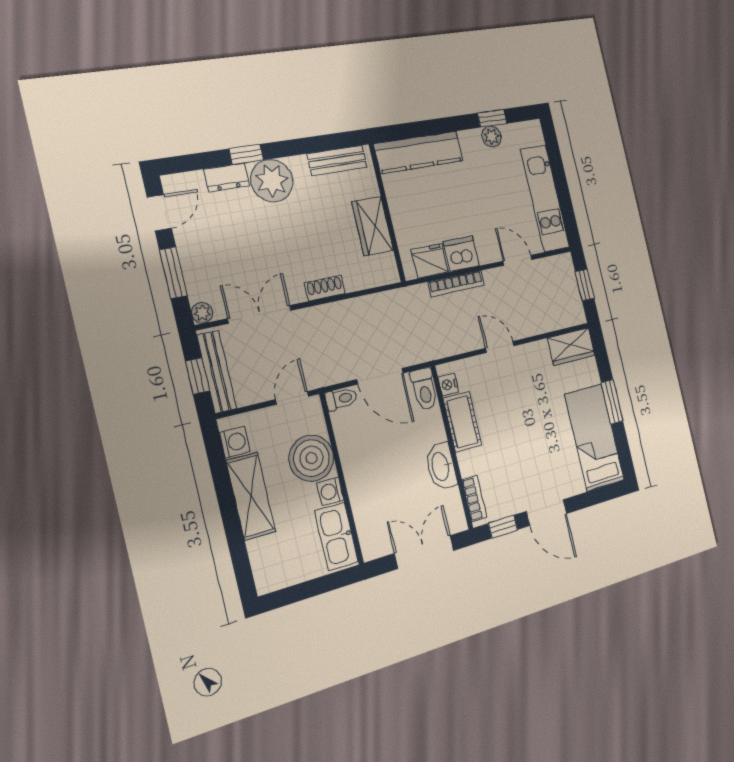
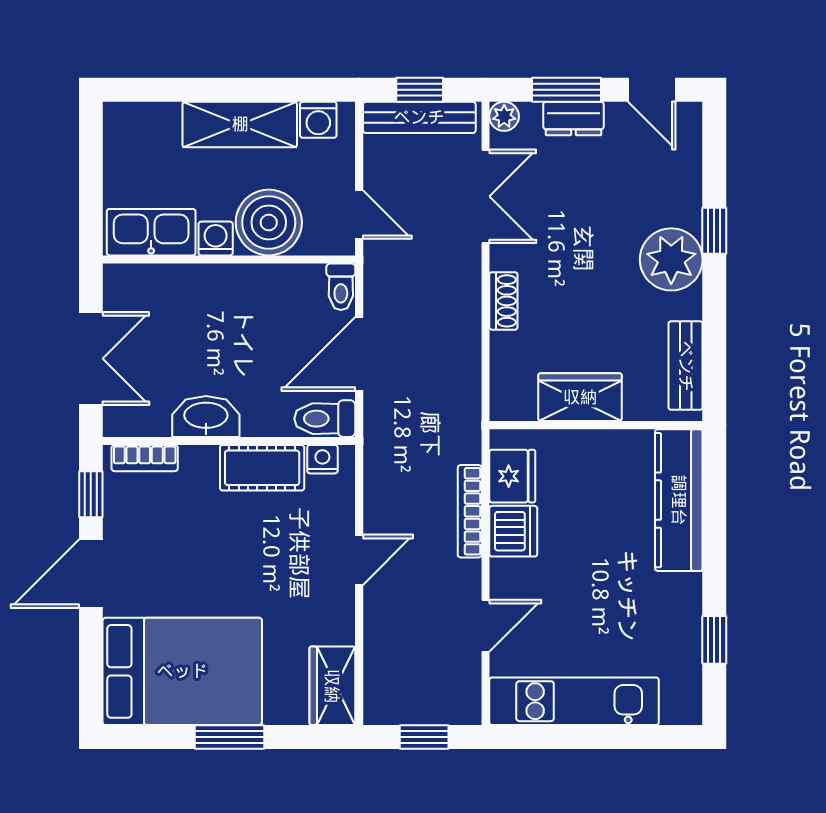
plant: (492, 137) -> (686, 631), removed
dresser: (227, 178) -> (574, 119), moved, turned -90
bed: (594, 437) -> (182, 671), width x1.50

